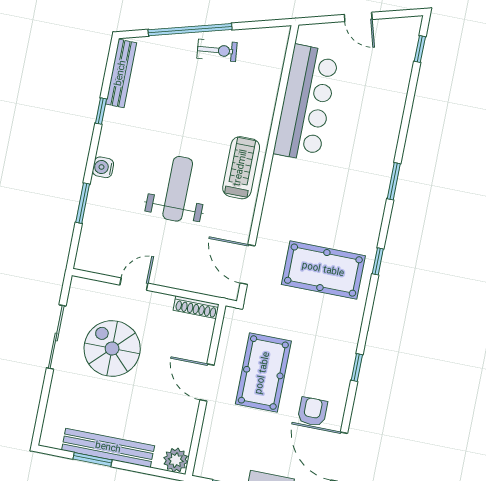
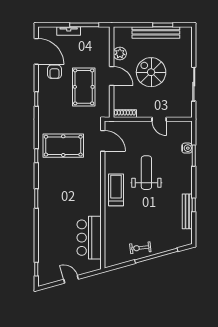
bench: (121, 73) -> (187, 211), moved
bar counter: (306, 103) -> (89, 238), width x0.73
water cooler: (103, 167) -> (187, 148), moved
treadmill: (241, 168) -> (116, 190), turned 180
weight bench: (178, 189) -> (146, 173), turned 180
door: (134, 284) -> (159, 119), hinge flipped
spiral stairs: (112, 349) -> (151, 72), moved, turned 180
plant: (176, 460) -> (120, 53), moved

